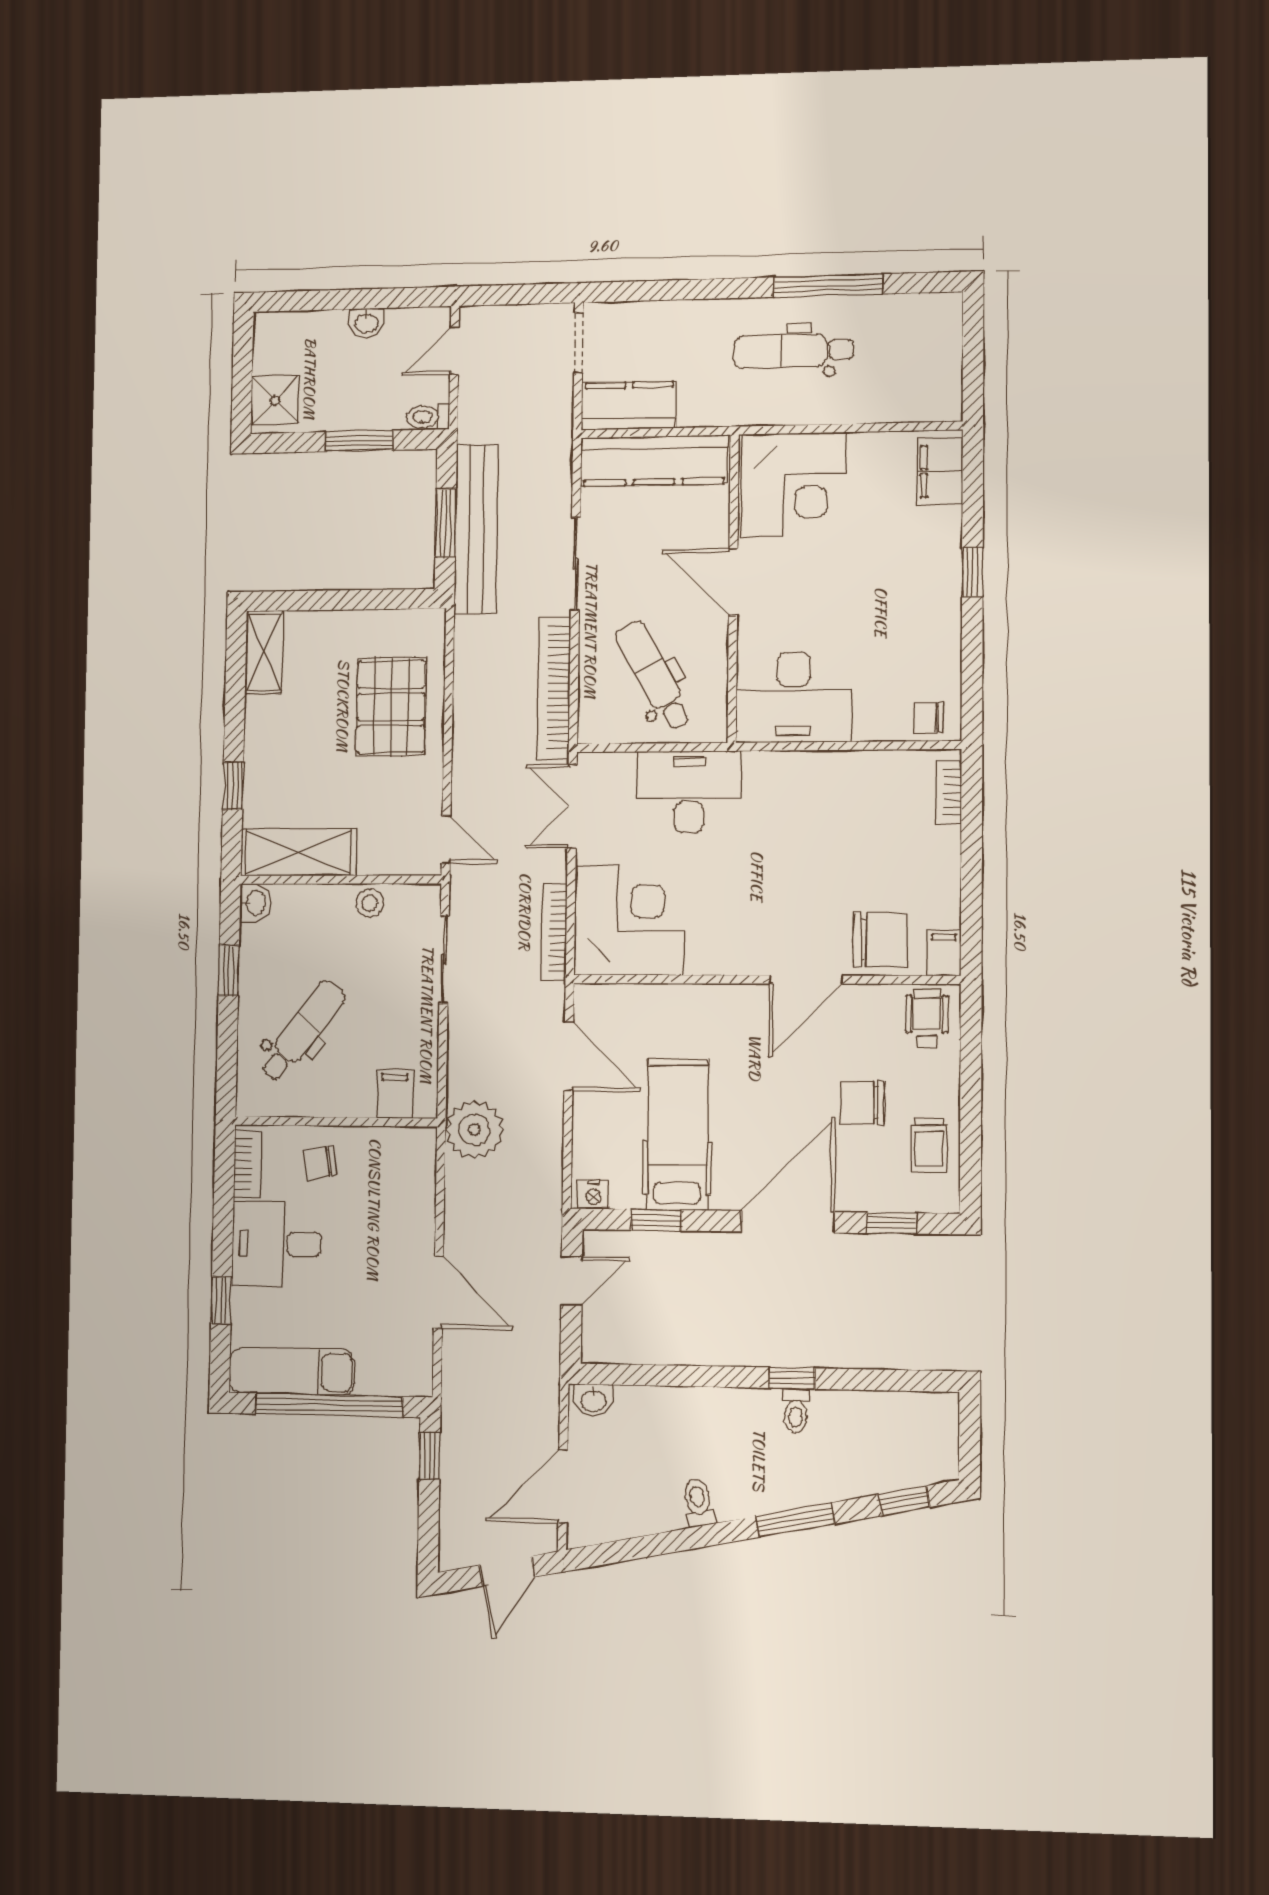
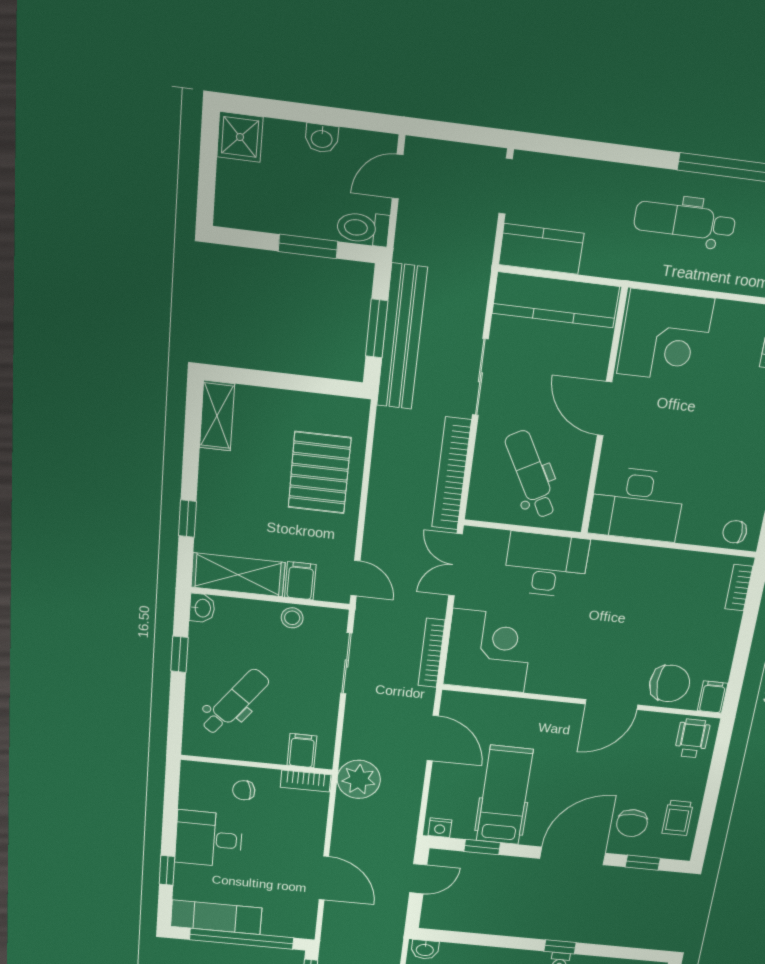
shower: (275, 401) -> (240, 137), moved
toilet: (428, 417) -> (363, 228), width x1.37, depth x1.39
filing cabinet: (377, 851) -> (300, 581), added
chair: (863, 1103) -> (632, 823), moved, turned -90
bookcase: (247, 1164) -> (306, 781), moved, turned 90

